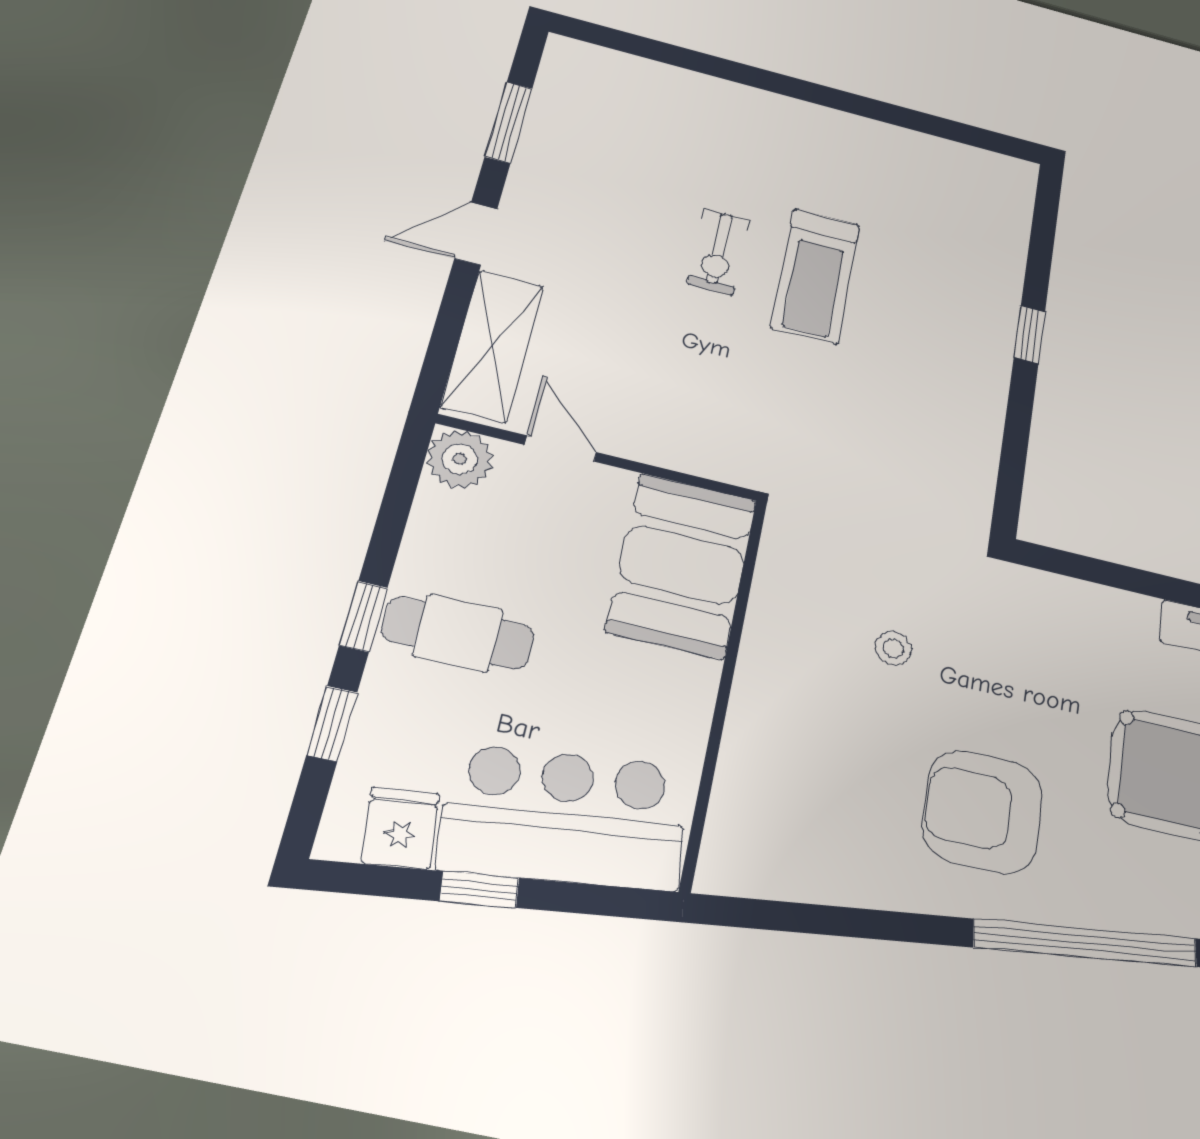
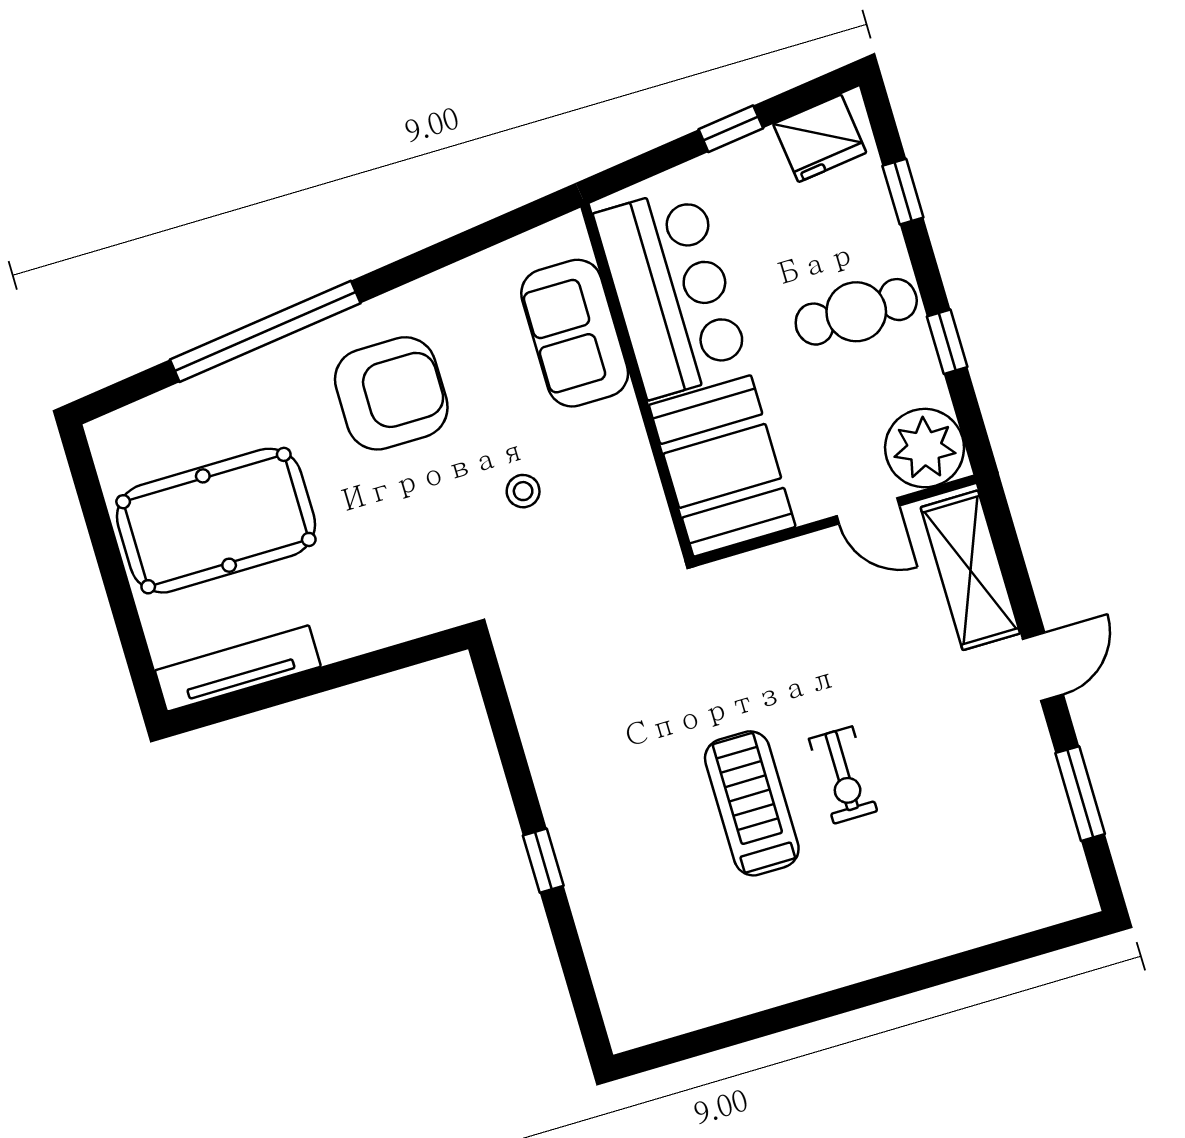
exercise bike: (718, 252) -> (843, 775), turned 180
plant: (460, 459) -> (925, 448), width x1.36, depth x1.36
window: (364, 616) -> (947, 342), moved
sofa: (764, 769) -> (575, 333), added
bar counter: (564, 817) -> (672, 292), moved, turned -83
fridge: (401, 828) -> (820, 138), width x1.38

